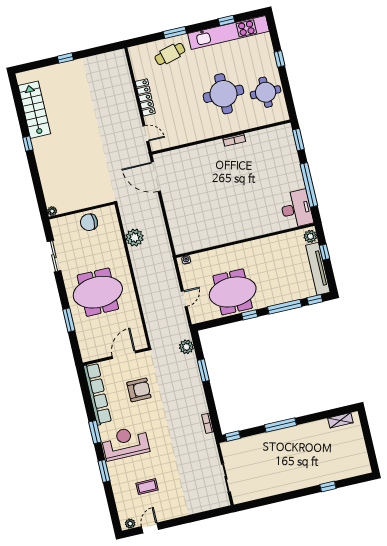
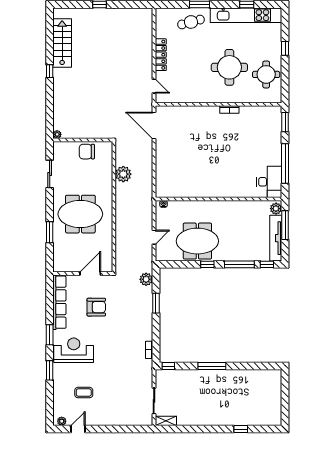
window: (324, 252) -> (285, 225), width x2.17
shelving: (340, 420) -> (166, 421), moved

